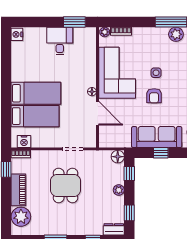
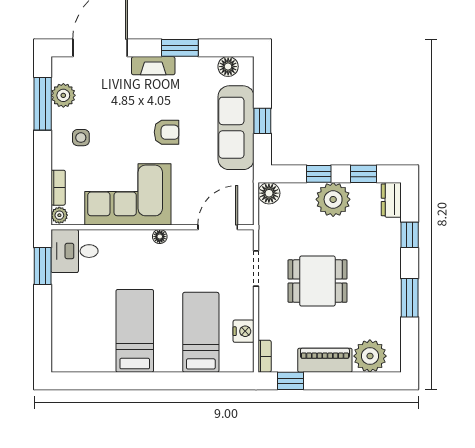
nightstand: (17, 34) -> (63, 363), removed
desk: (60, 41) -> (75, 251), moved
side table: (156, 73) -> (81, 138), moved
bed: (36, 93) -> (135, 331), moved
door: (98, 113) -> (218, 227), moved
nightstand: (24, 141) -> (244, 331), moved
window: (129, 173) -> (319, 174), moved
plant: (119, 190) -> (333, 199), width x1.87, depth x1.87

